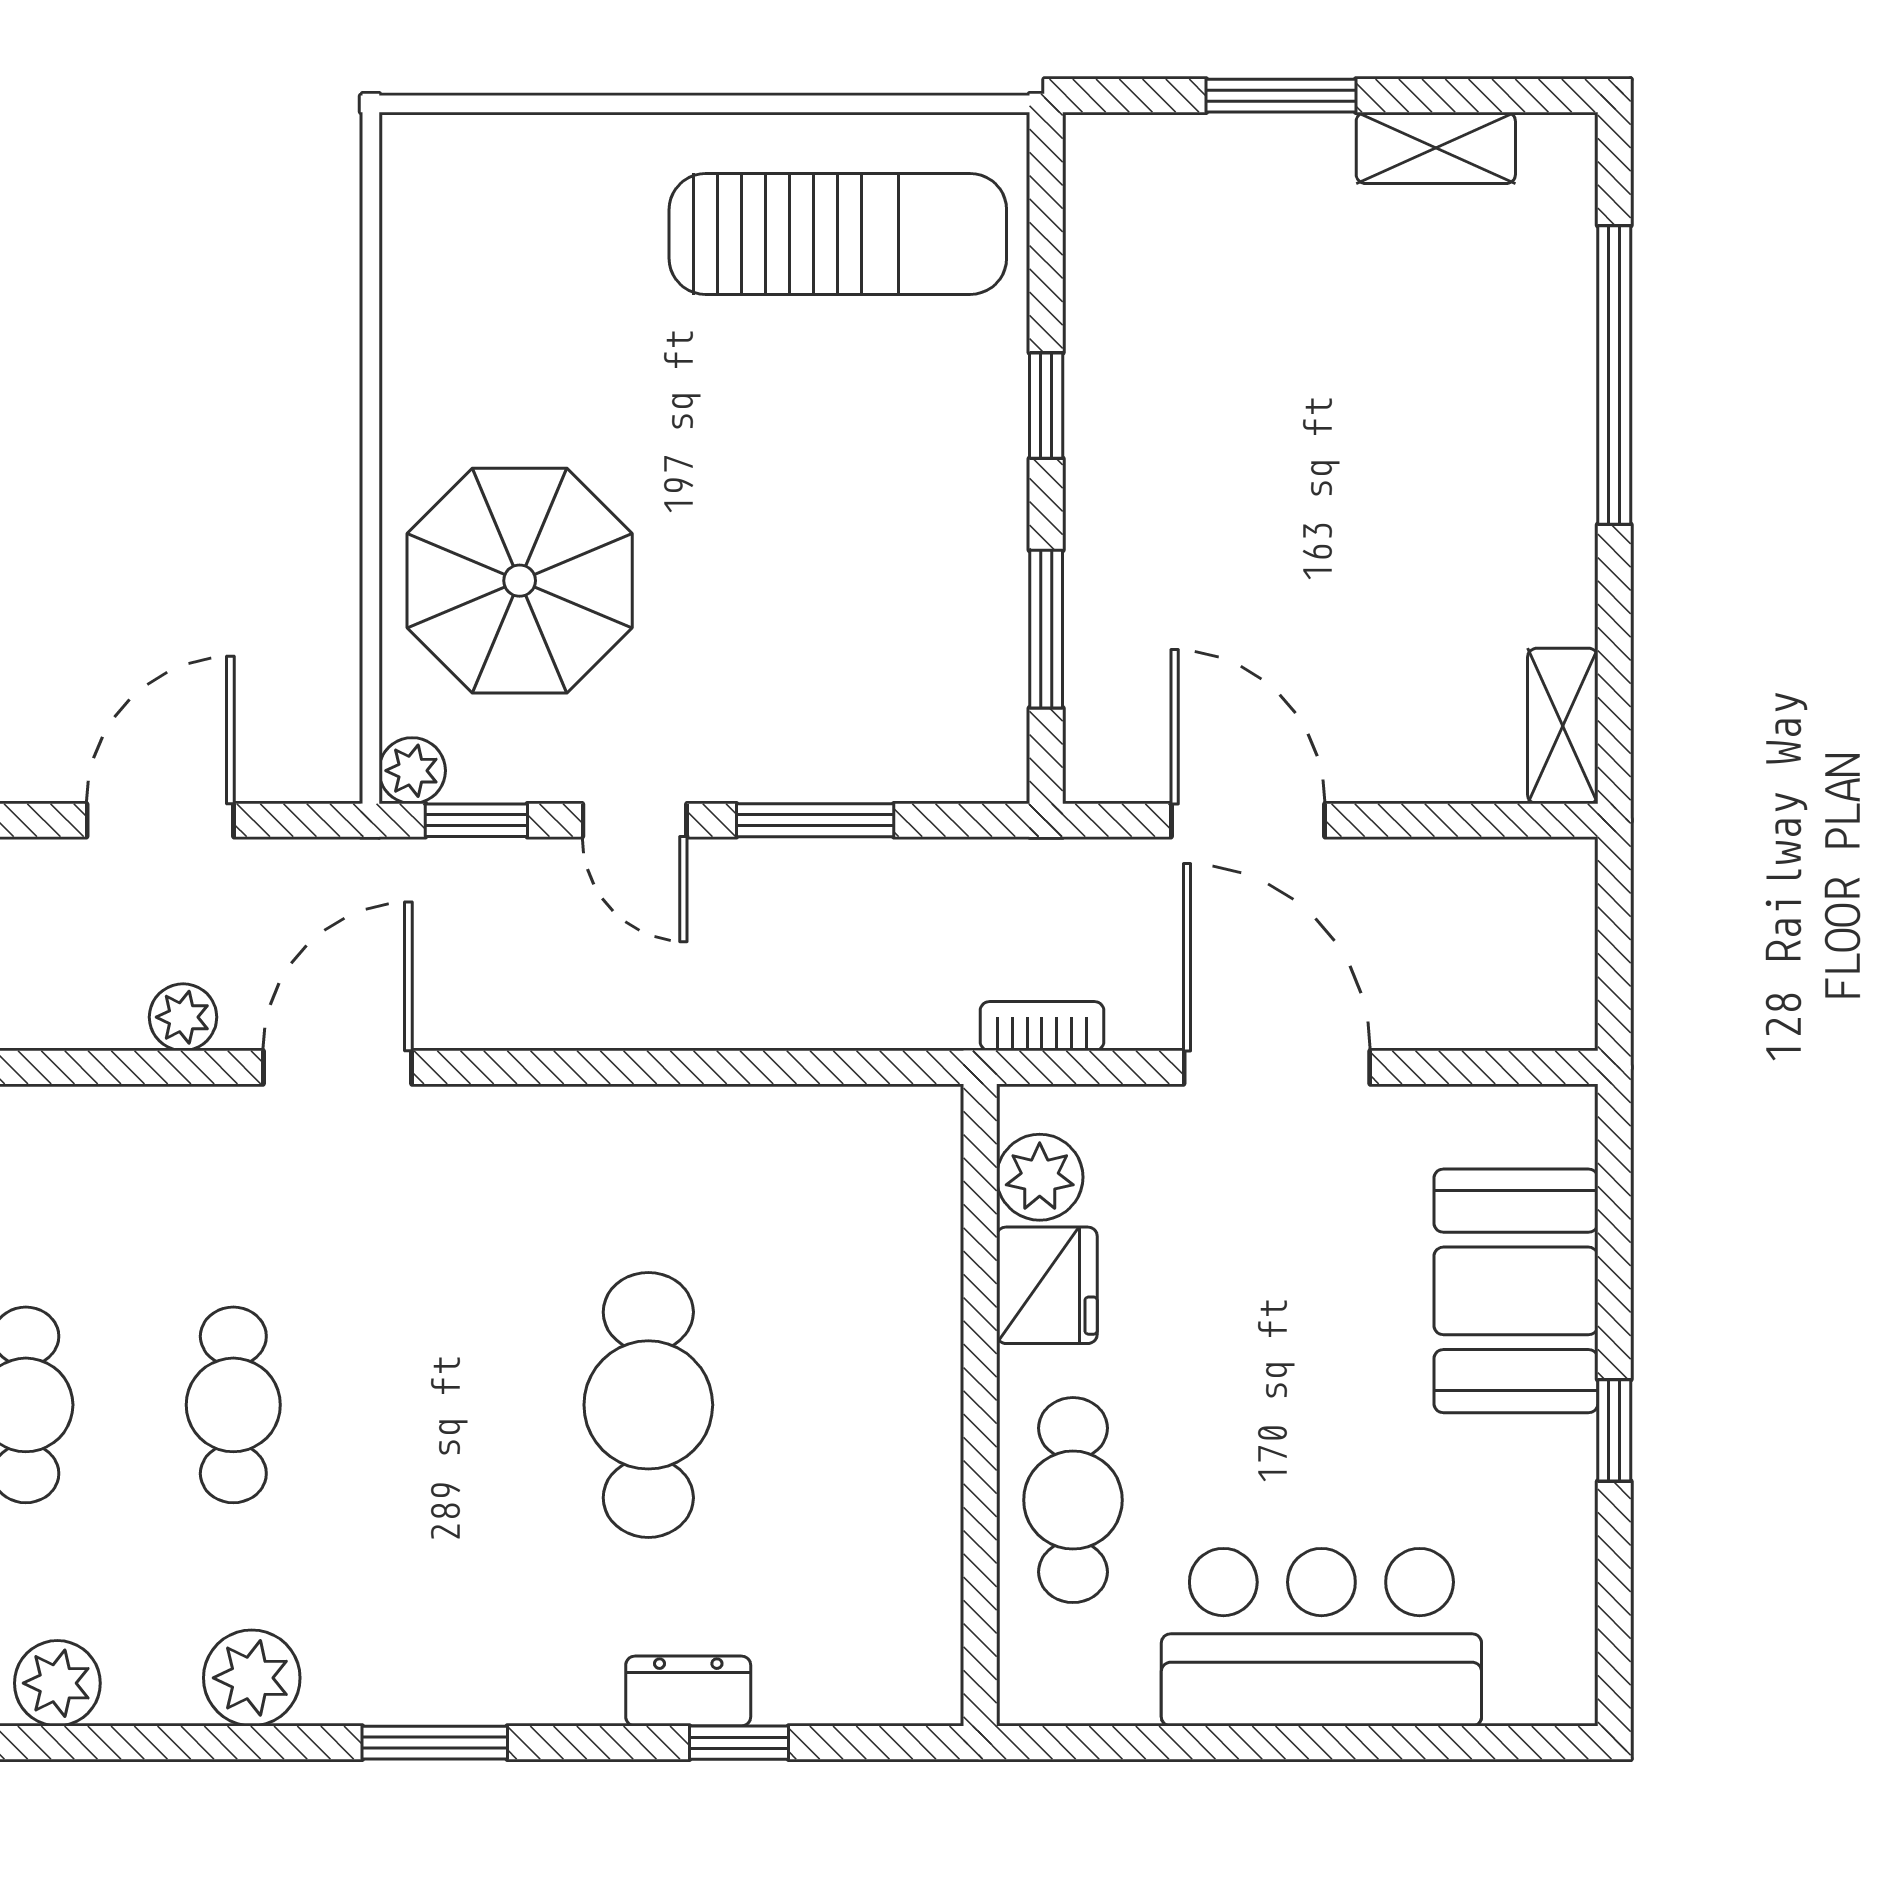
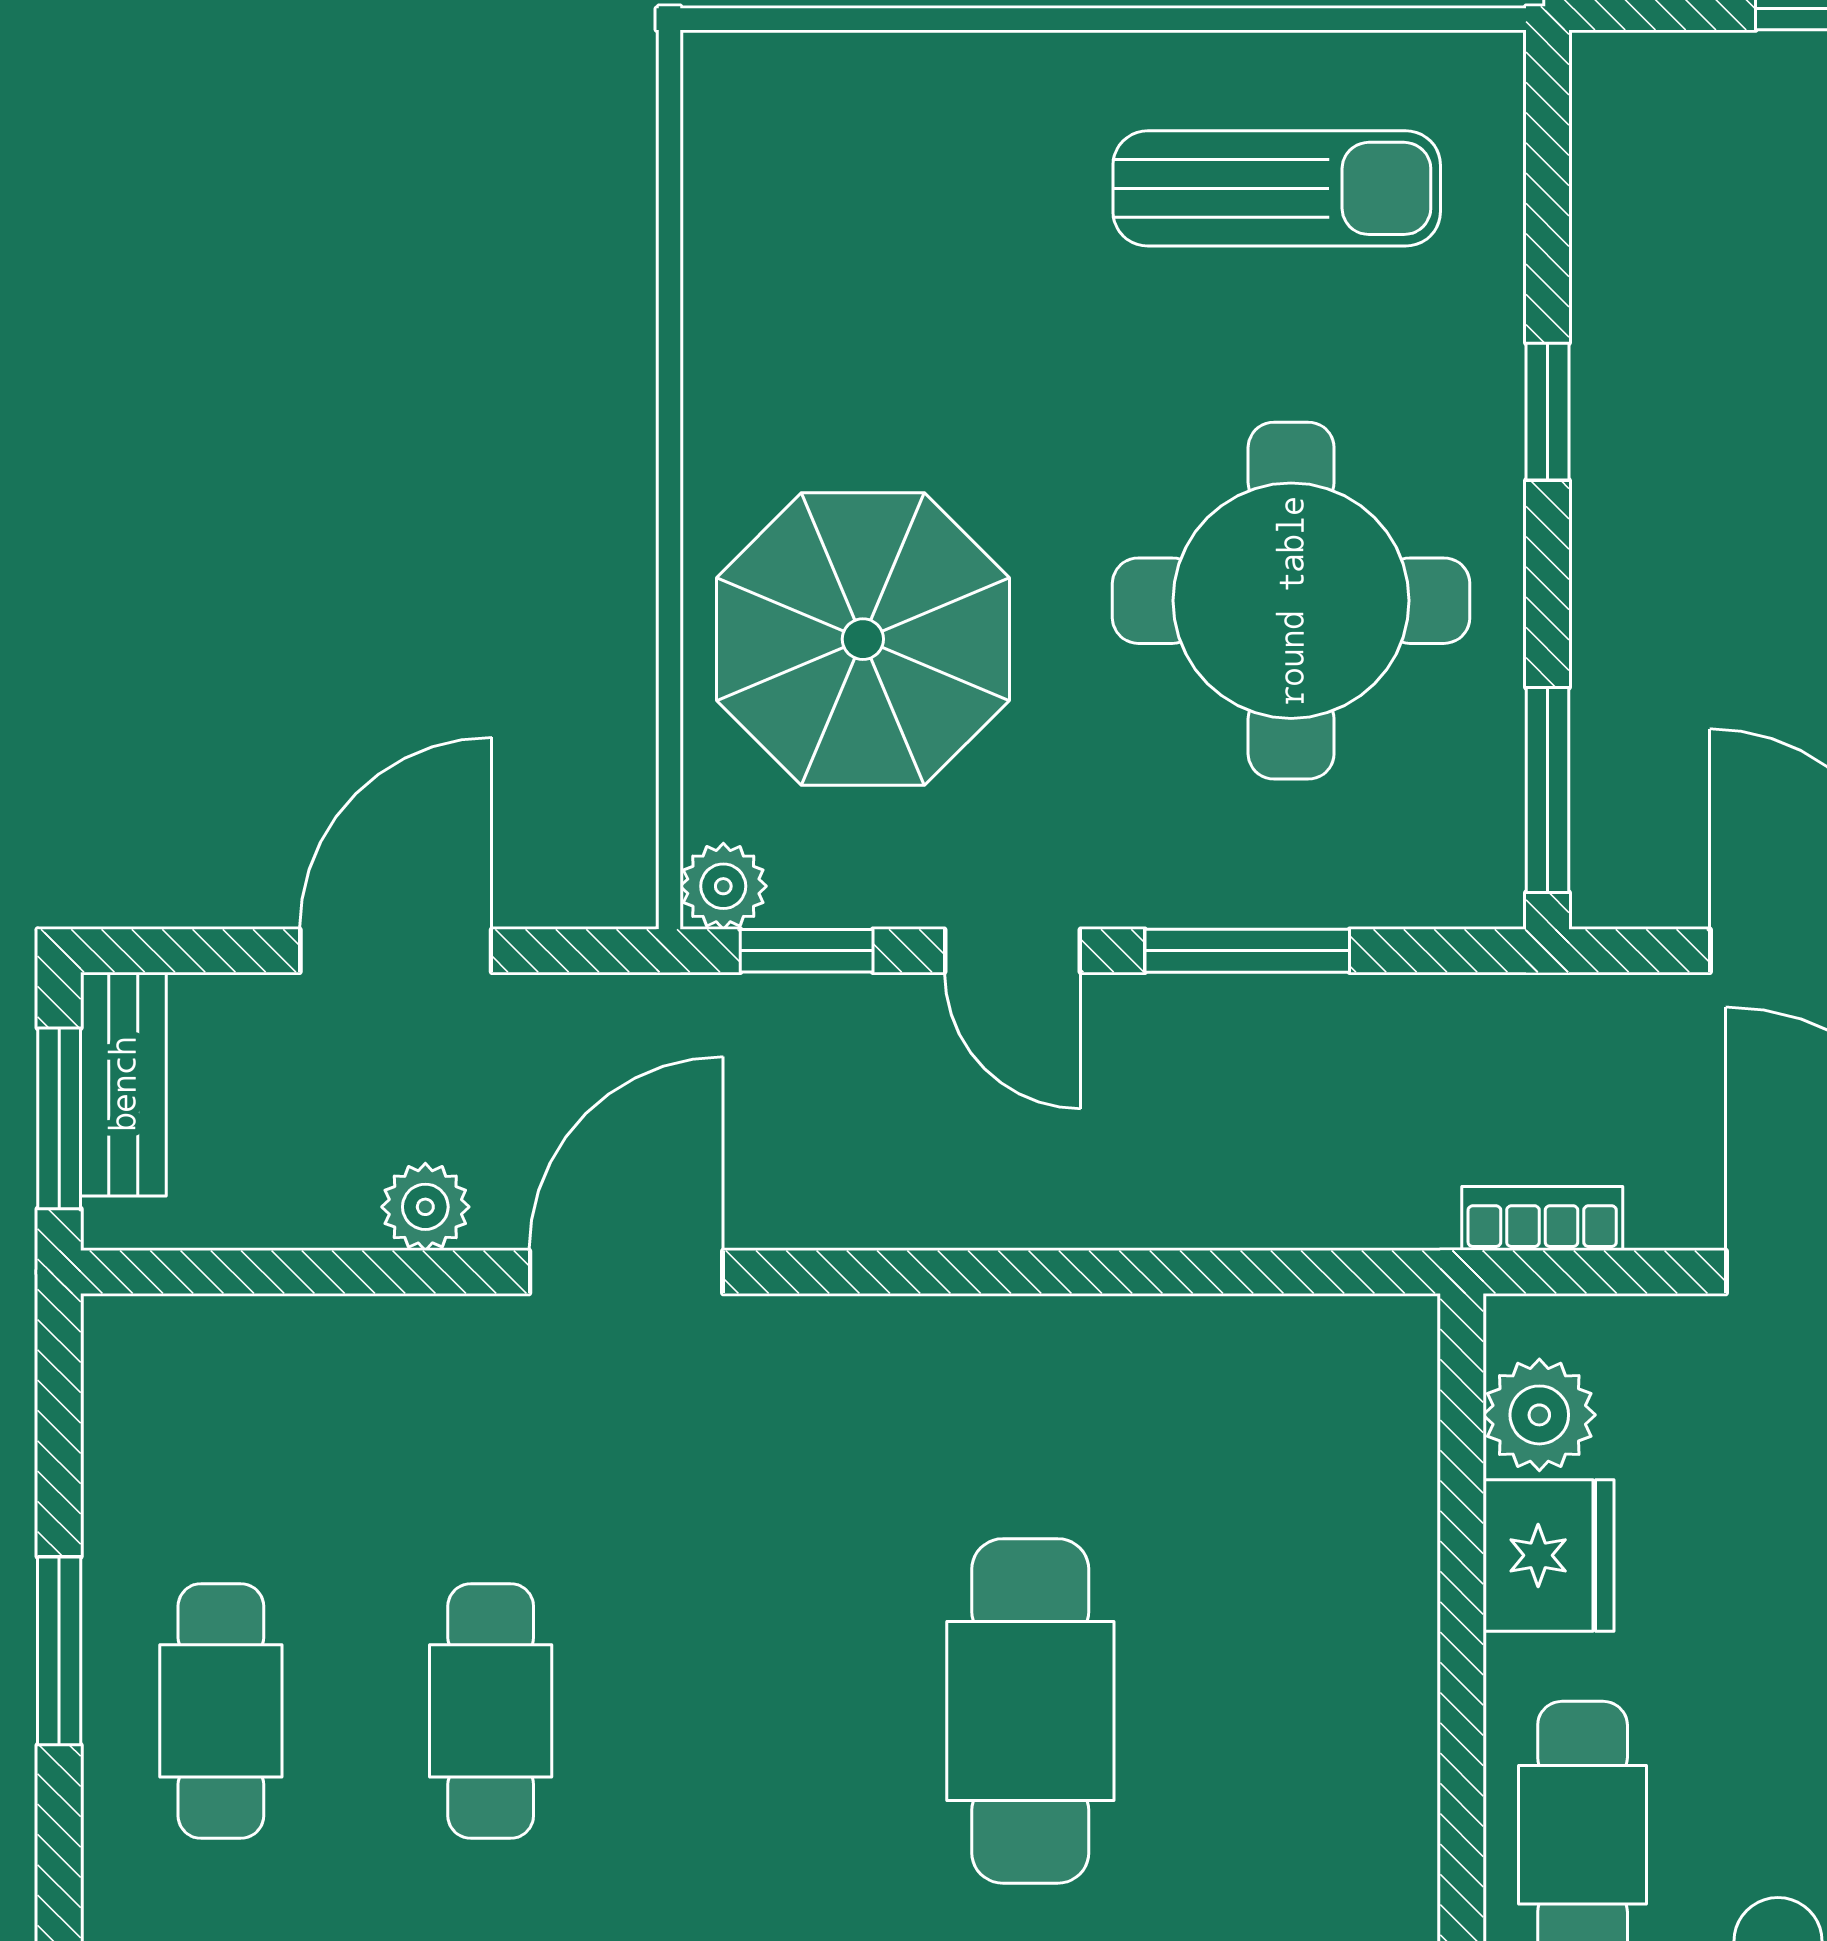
sun lounger: (838, 234) -> (1277, 188), width x0.73, depth x0.75
round table: (849, 551) -> (1291, 601), added
window: (1046, 629) -> (1547, 790), moved

